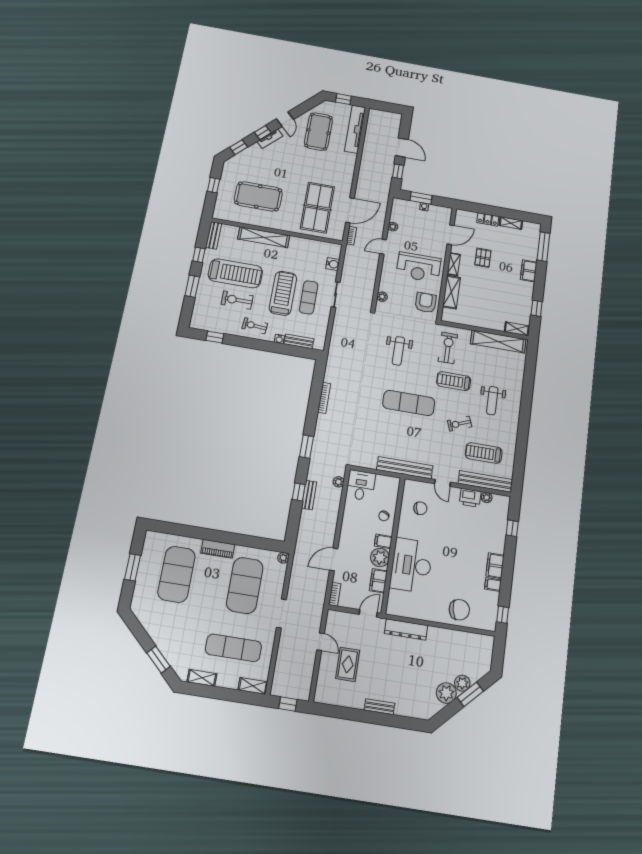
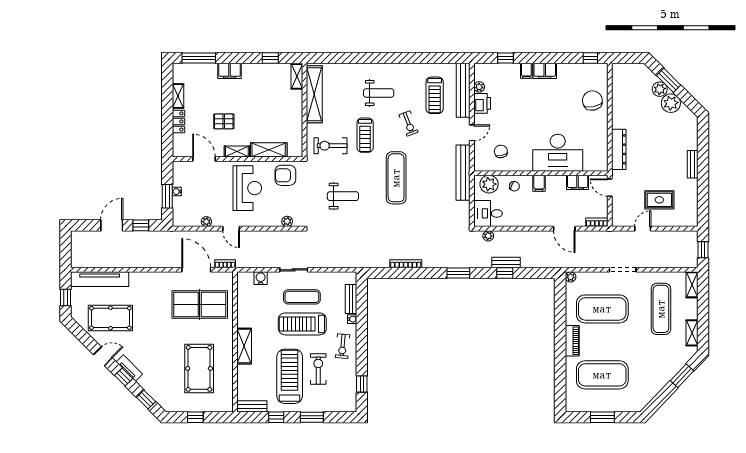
shelving: (264, 237) -> (244, 346), width x0.68
exercise bike: (237, 300) -> (318, 369), turned 180
plant: (380, 558) -> (489, 184), moved
filing cabinet: (493, 584) -> (526, 71), moved

